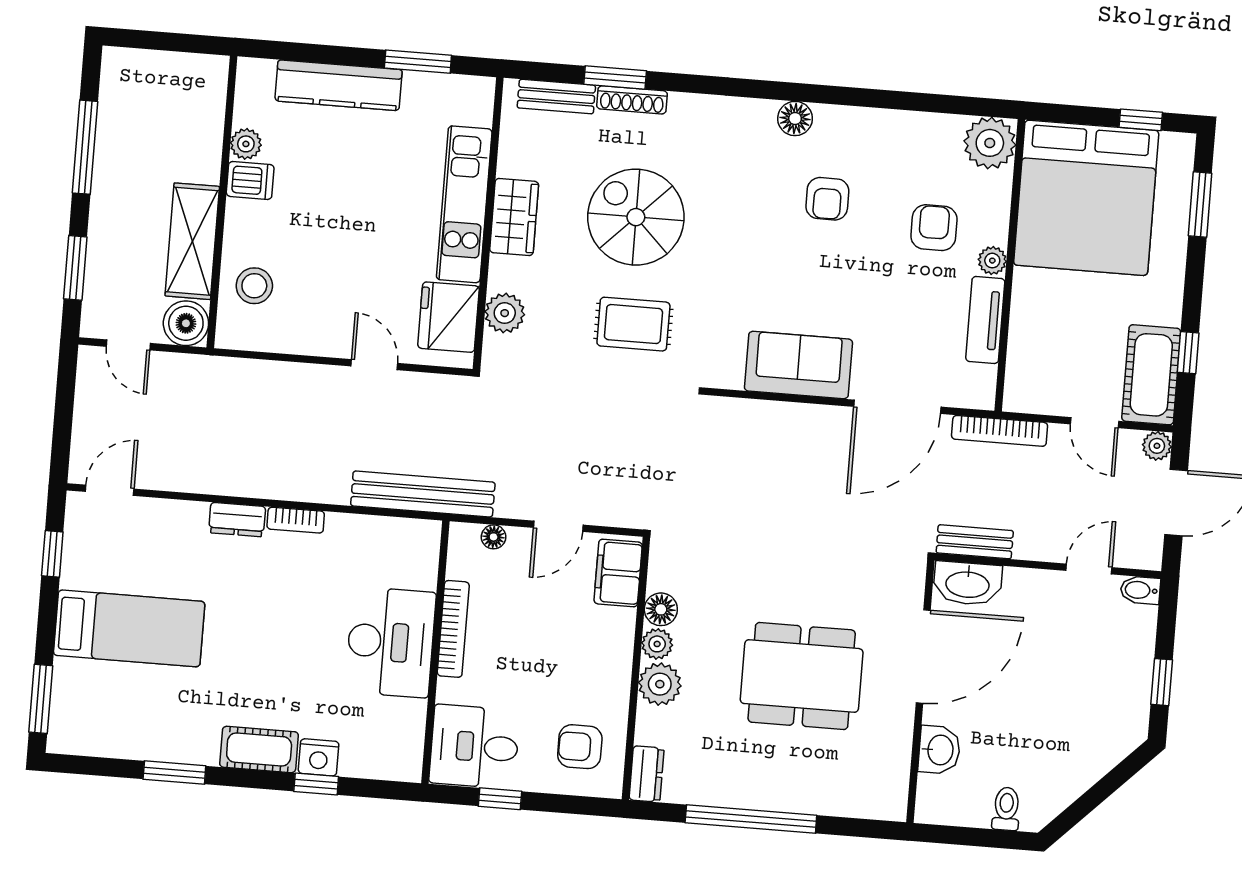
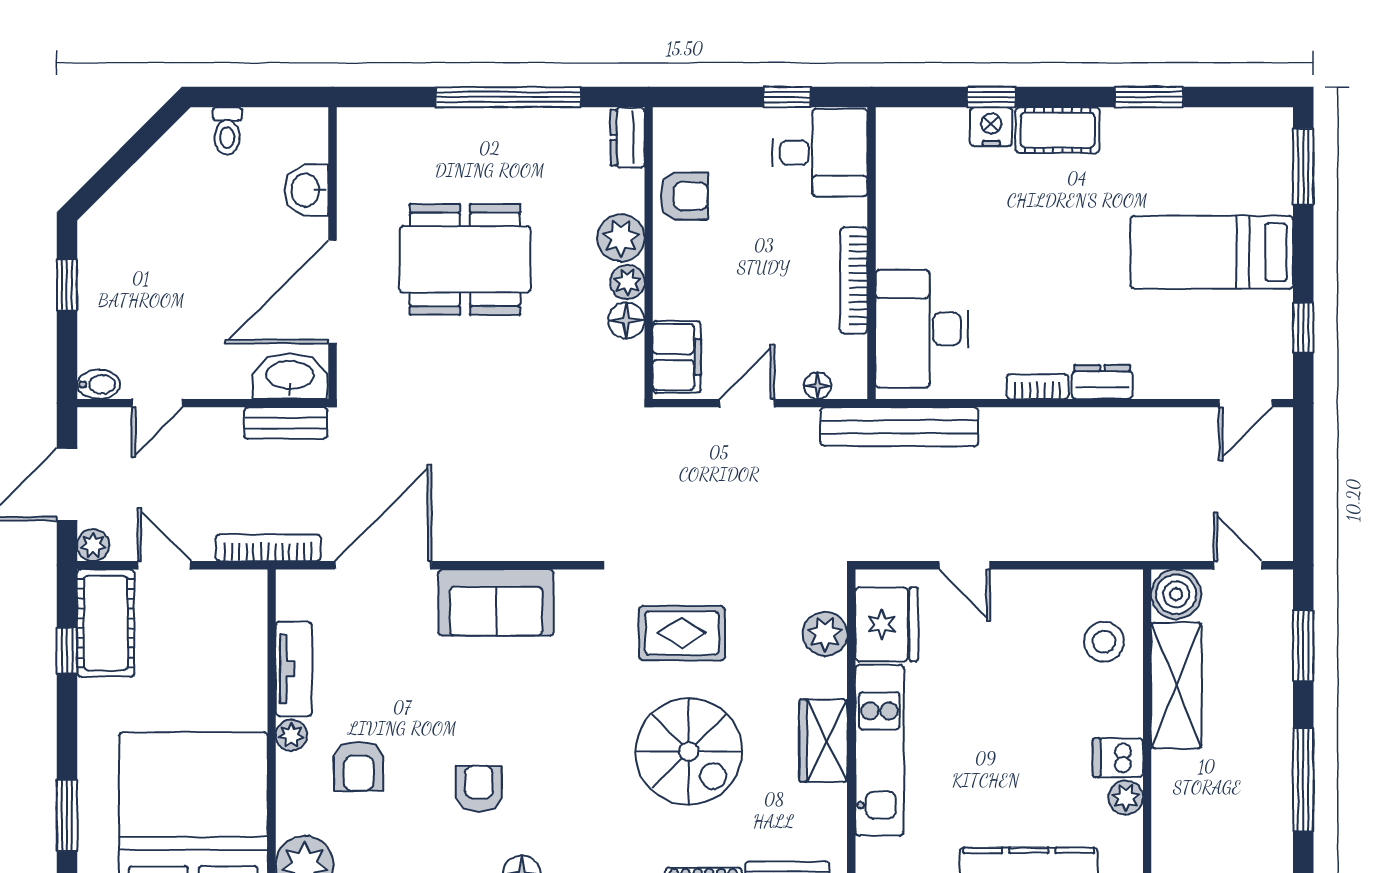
desk: (390, 642) -> (922, 329), moved
armchair: (580, 747) -> (684, 196), moved

